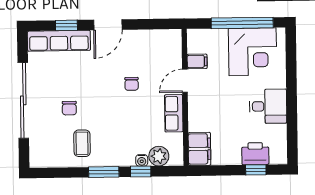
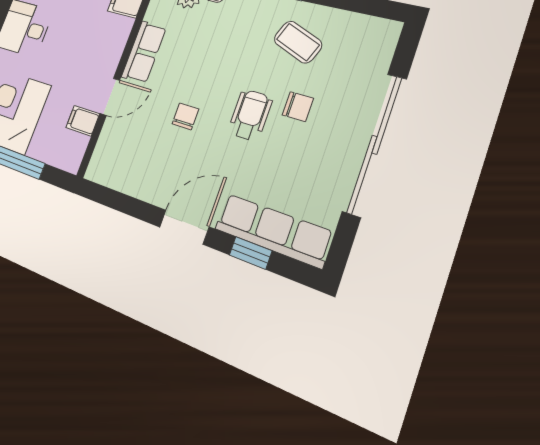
wheelchair: (94, 96) -> (250, 115), added
chair: (69, 108) -> (298, 107), turned 90
coffee table: (82, 143) -> (298, 42), turned -69

